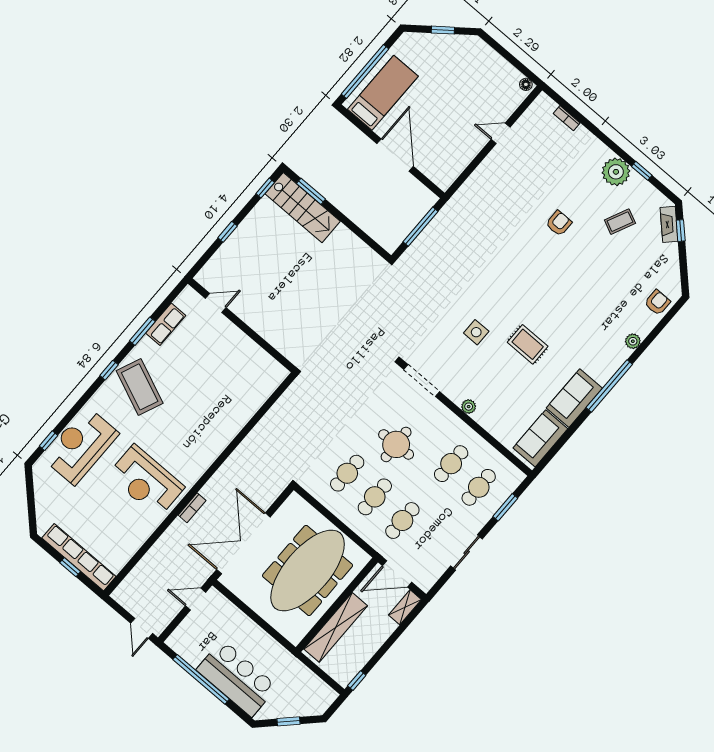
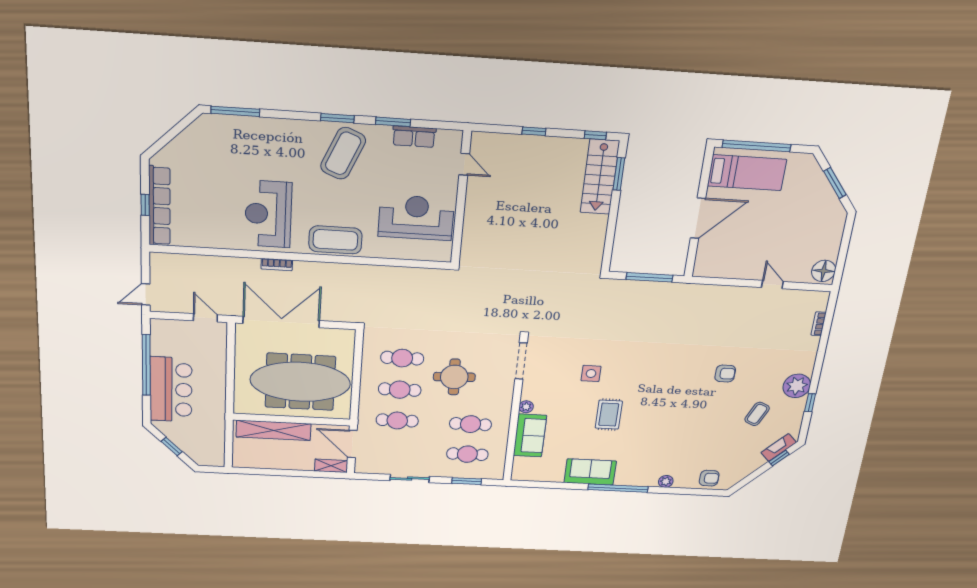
window: (443, 30) -> (835, 183), width x1.50
floor lamp: (526, 84) -> (824, 271), width x1.89, depth x1.89
coffee table: (620, 222) -> (757, 414), turned 90
window: (109, 370) -> (337, 118), width x1.50
sofa: (540, 438) -> (530, 435), moved, turned 90
window: (49, 441) -> (235, 111), width x2.17
reception desk: (81, 446) -> (416, 218), moved
coffee table: (205, 447) -> (335, 240), added
window: (357, 681) -> (246, 471), removed

